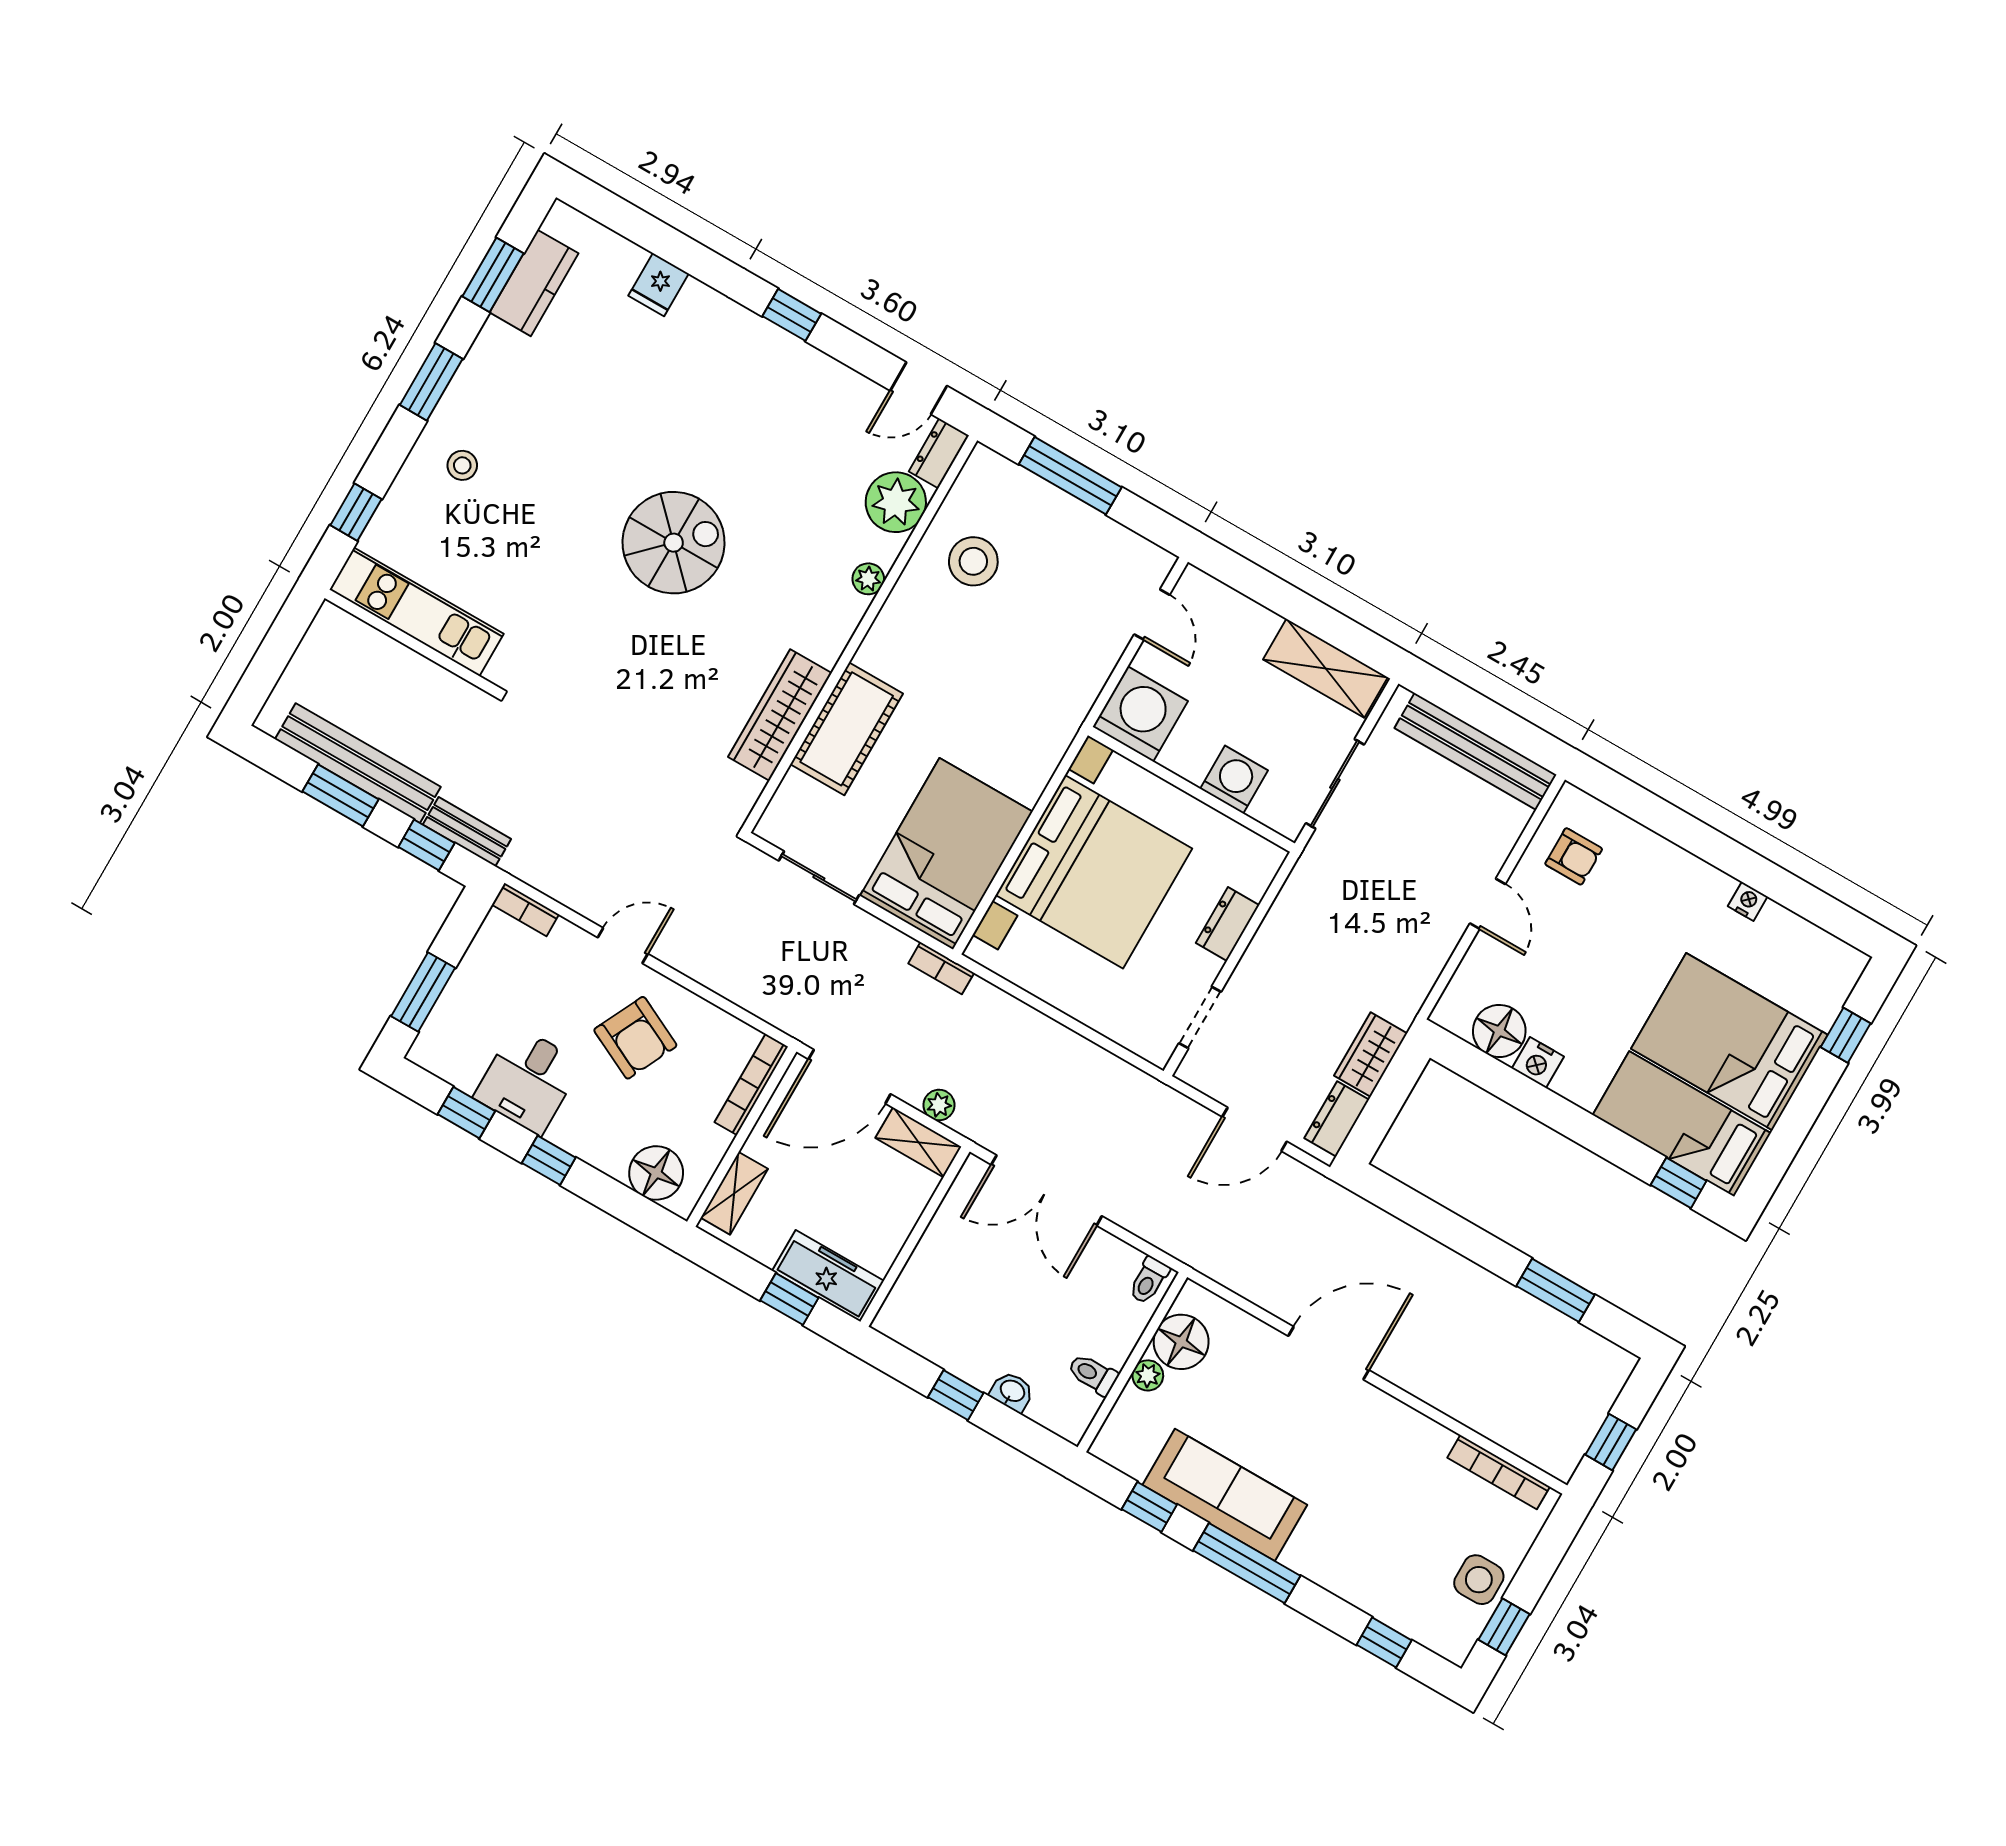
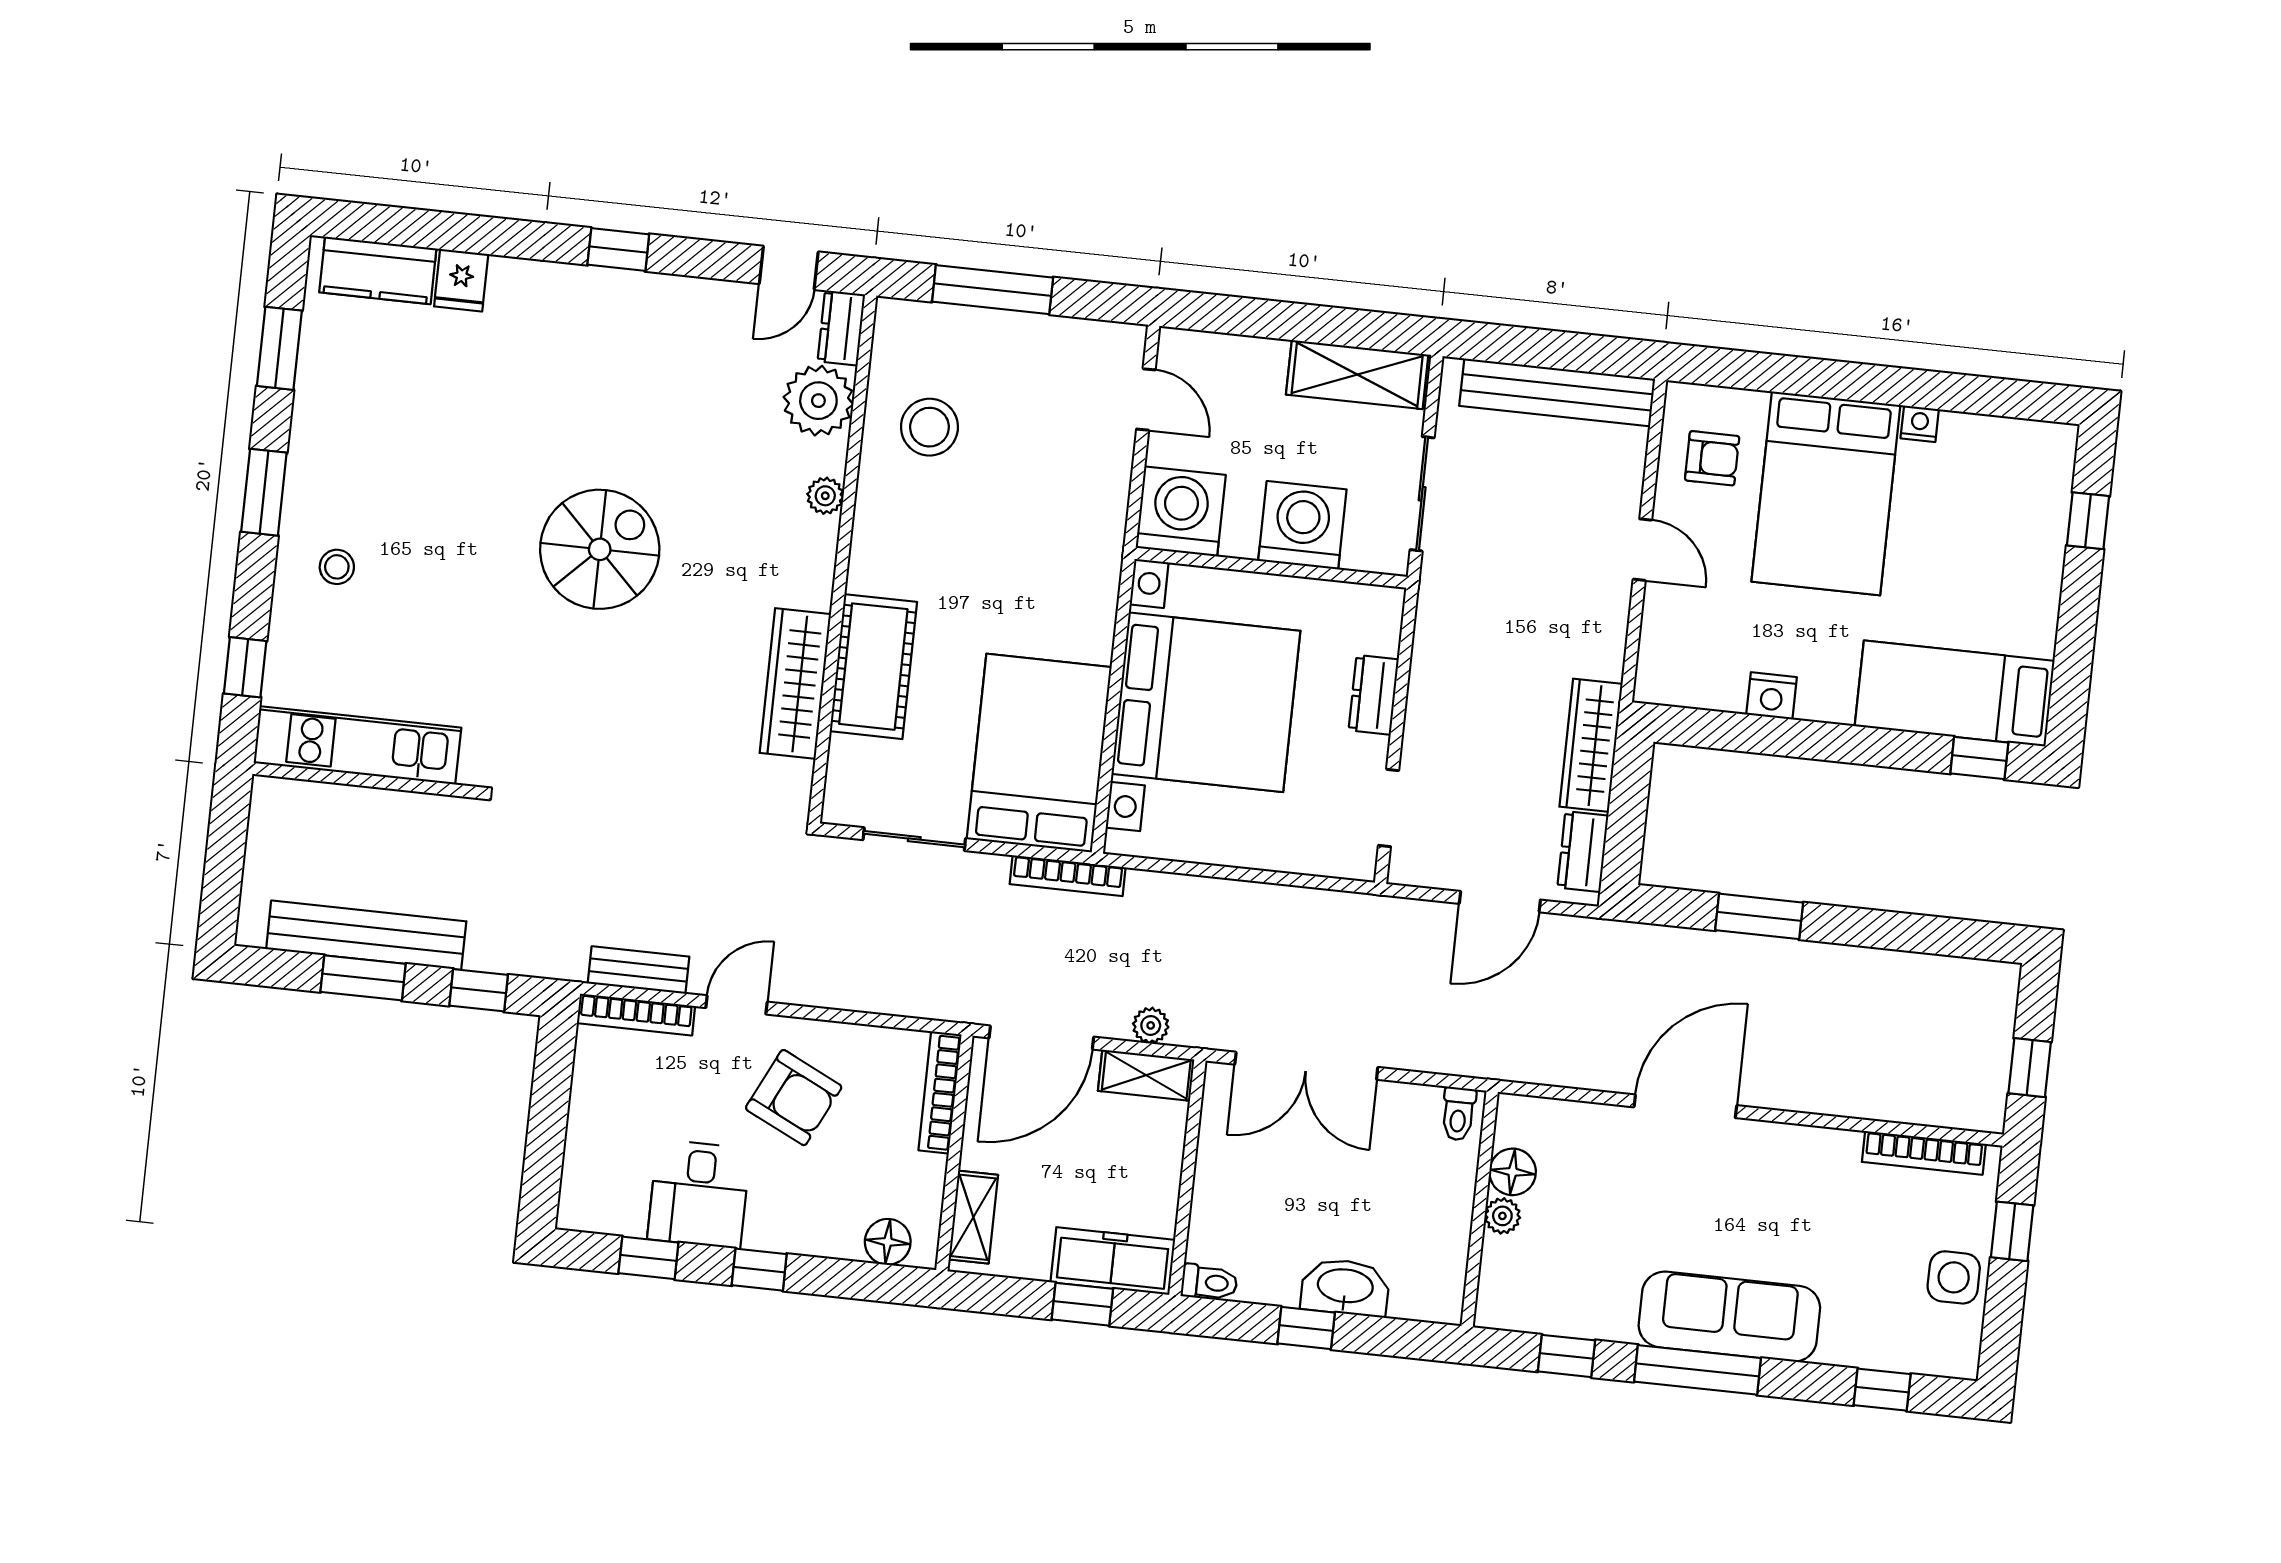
kitchen counter: (534, 283) -> (378, 270), moved, turned 90
washing machine: (1234, 780) -> (1302, 525), width x1.37, depth x1.37
bench: (467, 832) -> (639, 970), moved
bookcase: (525, 910) -> (636, 1015), width x1.56
bookcase: (941, 968) -> (1068, 876), width x1.56
window: (423, 992) -> (545, 1149), removed
floor lamp: (1499, 1031) -> (1715, 680), removed
bed: (1729, 1042) -> (1826, 493), moved, turned -90
wardrobe: (1371, 1054) -> (1591, 745), width x1.50
floor lamp: (656, 1173) -> (888, 1242), width x0.73, depth x0.73
window: (1556, 1290) -> (1759, 916), moved
floor lamp: (1181, 1342) -> (1513, 1172), width x0.73, depth x0.73
toilet: (1093, 1374) -> (1209, 1282), moved, turned 180
washbasin: (1012, 1392) -> (1345, 1287), width x1.91, depth x1.45
sofa: (1225, 1495) -> (1729, 1317), moved
window: (1504, 1627) -> (2012, 1231), moved

